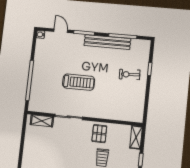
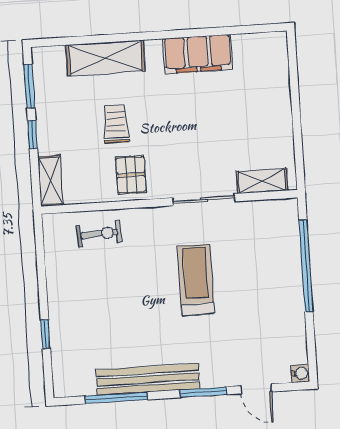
exercise bike: (130, 74) -> (99, 234), moved
treadmill: (79, 82) -> (196, 280), turned 90

